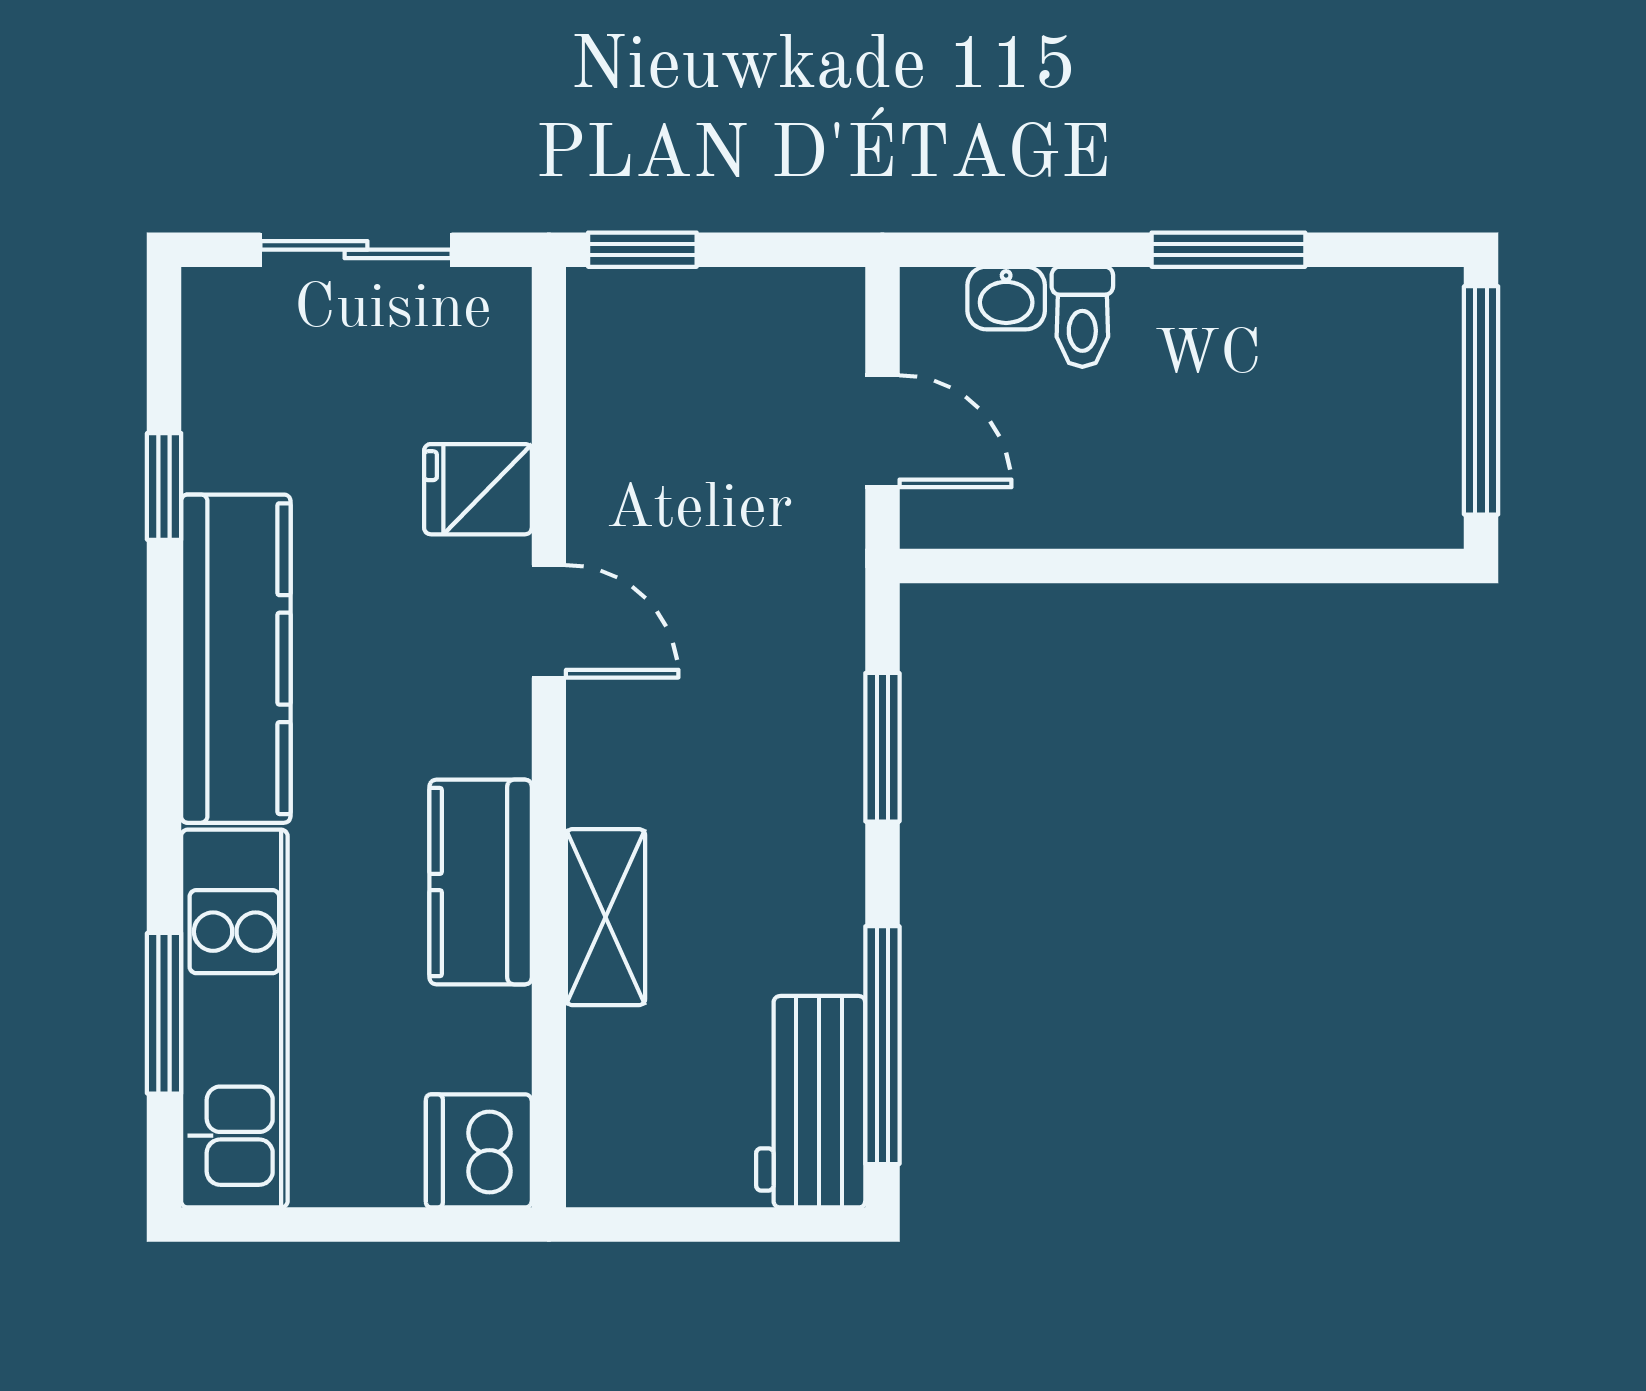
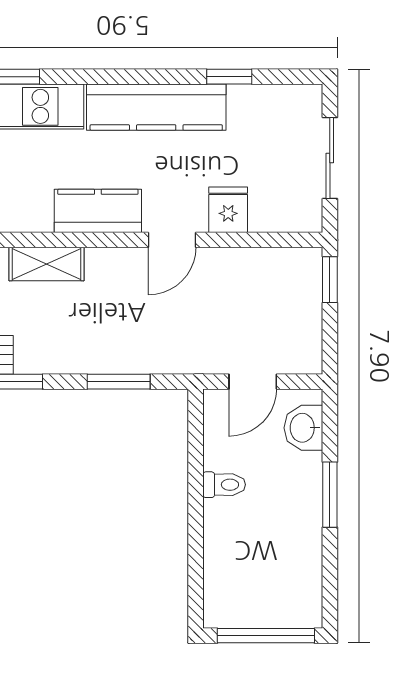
window: (1228, 250) -> (330, 495), moved
washbasin: (1006, 298) -> (303, 428), width x1.38, depth x1.45
toilet: (1082, 317) -> (224, 485), moved, turned 180
kitchen counter: (481, 882) -> (98, 211), moved

